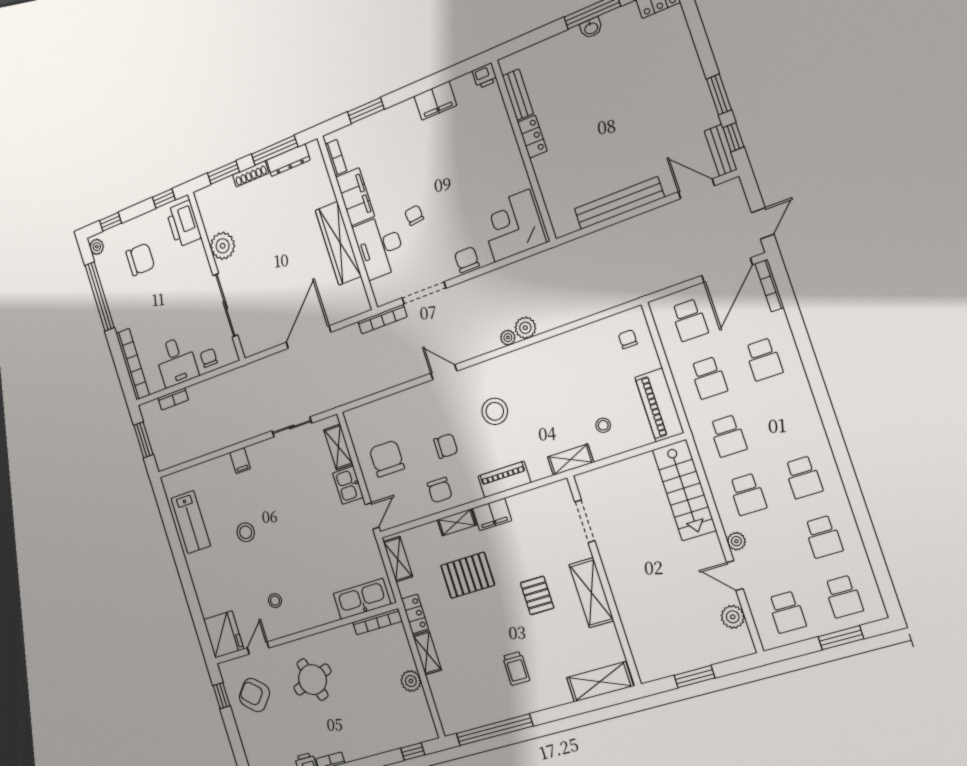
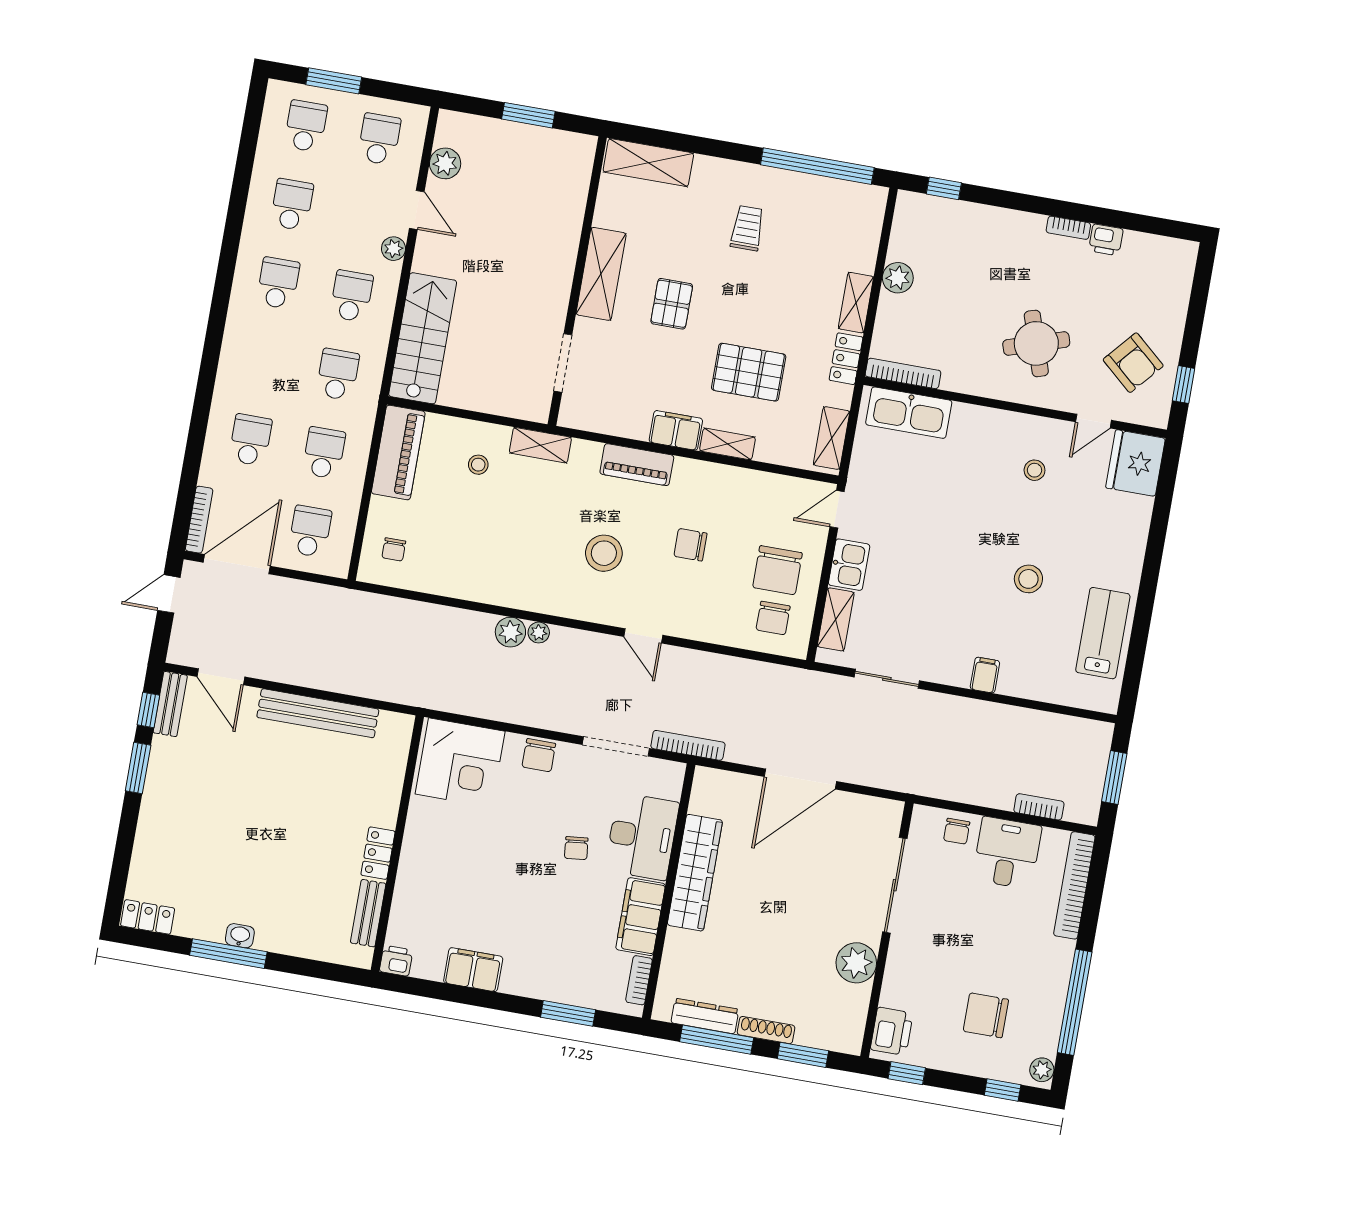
printer: (183, 224) -> (892, 1031), width x0.73, depth x0.84
chair: (440, 490) -> (773, 618), moved, turned 180

